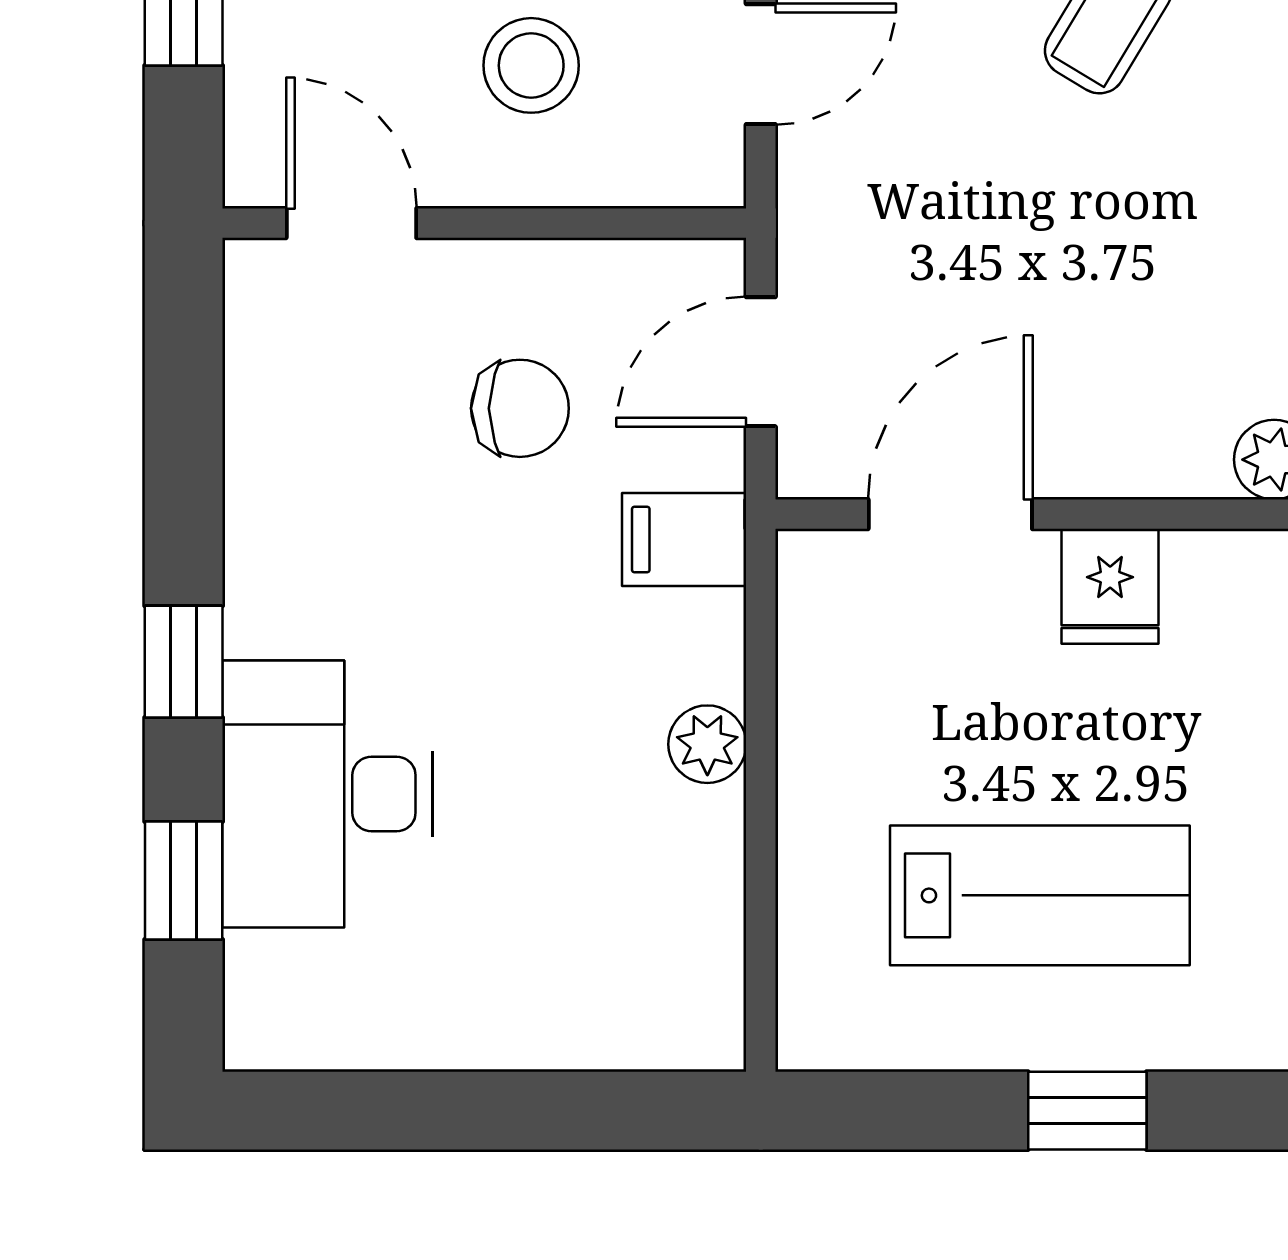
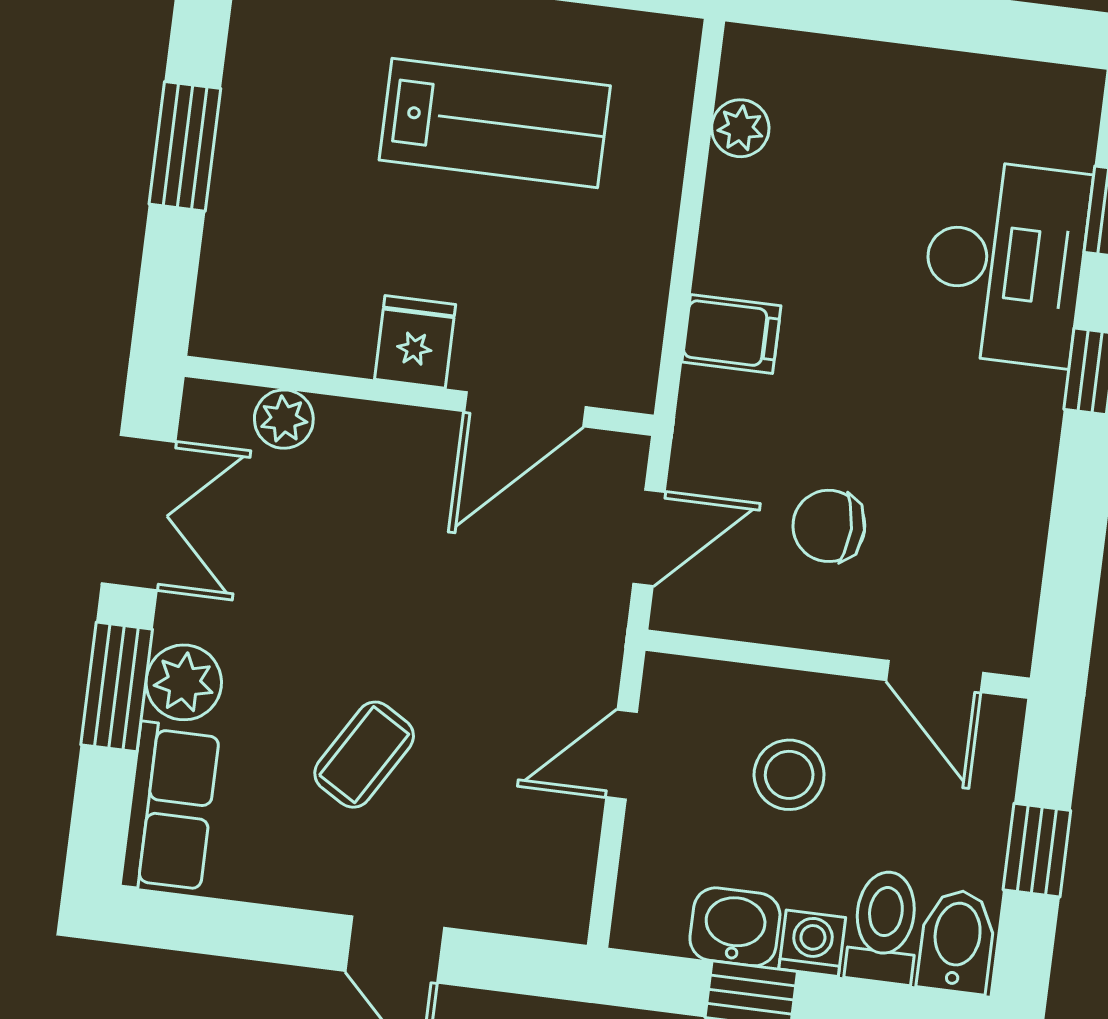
filing cabinet: (684, 539) -> (731, 334), moved
plant: (707, 744) -> (740, 128), moved
lab bench: (1040, 895) -> (495, 123), turned 180

